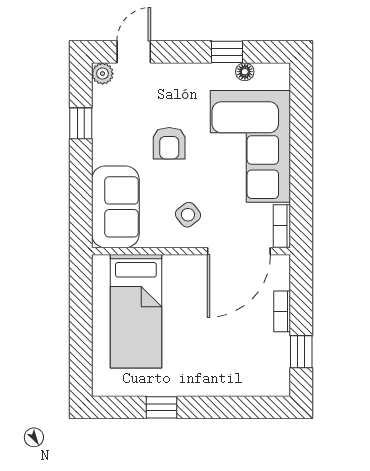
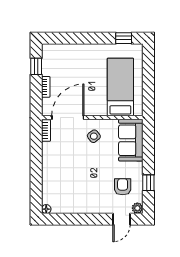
window: (227, 52) -> (74, 219), removed
floor lamp: (245, 72) -> (46, 209), moved
armchair: (169, 143) -> (123, 187), moved
corner sofa: (250, 146) -> (62, 171), removed
window: (162, 407) -> (124, 38), moved

